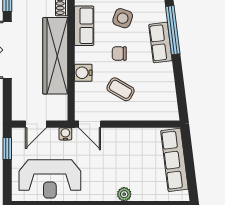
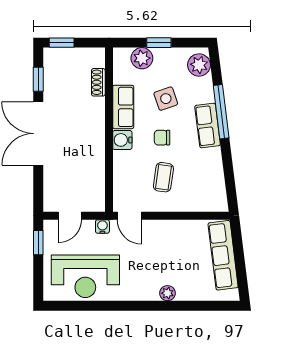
side table: (123, 18) -> (166, 99), turned -38
wardrobe: (55, 56) -> (91, 140), removed
water cooler: (83, 73) -> (122, 140), moved
coffee table: (121, 89) -> (163, 177), turned 68

